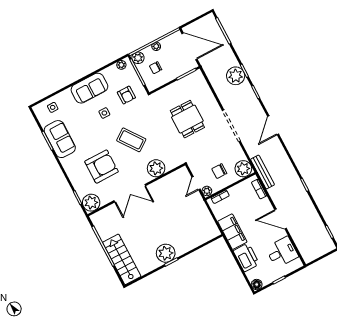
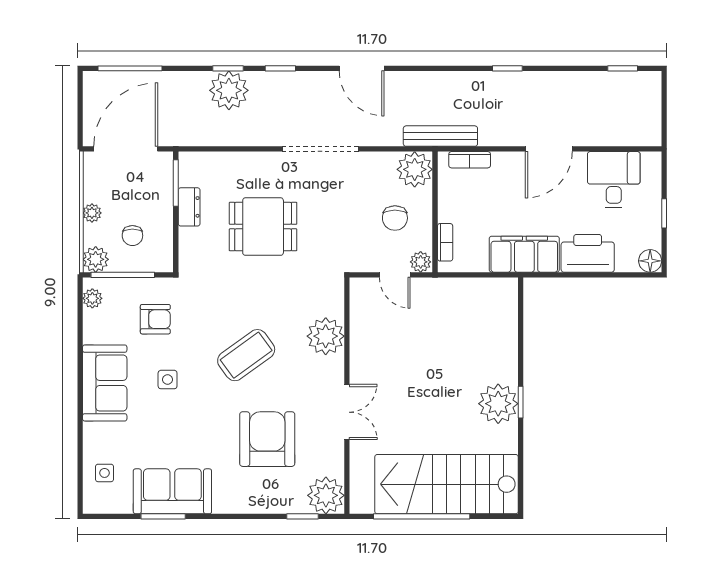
dresser: (179, 85) -> (189, 207), added
double door: (130, 193) -> (347, 412), width x0.73
stairs: (122, 259) -> (447, 484), width x1.36, depth x1.51

